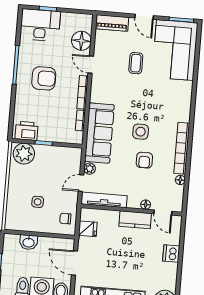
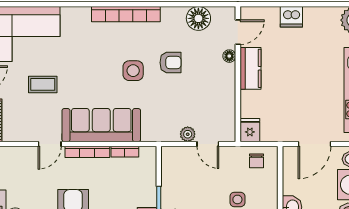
floor lamp: (81, 41) -> (19, 159), removed
sofa: (99, 133) -> (101, 125), moved
bookcase: (182, 148) -> (126, 14), moved
floor lamp: (180, 180) -> (198, 18), width x1.89, depth x1.89
tv unit: (104, 200) -> (228, 112), removed
fridge: (88, 229) -> (250, 130), moved

